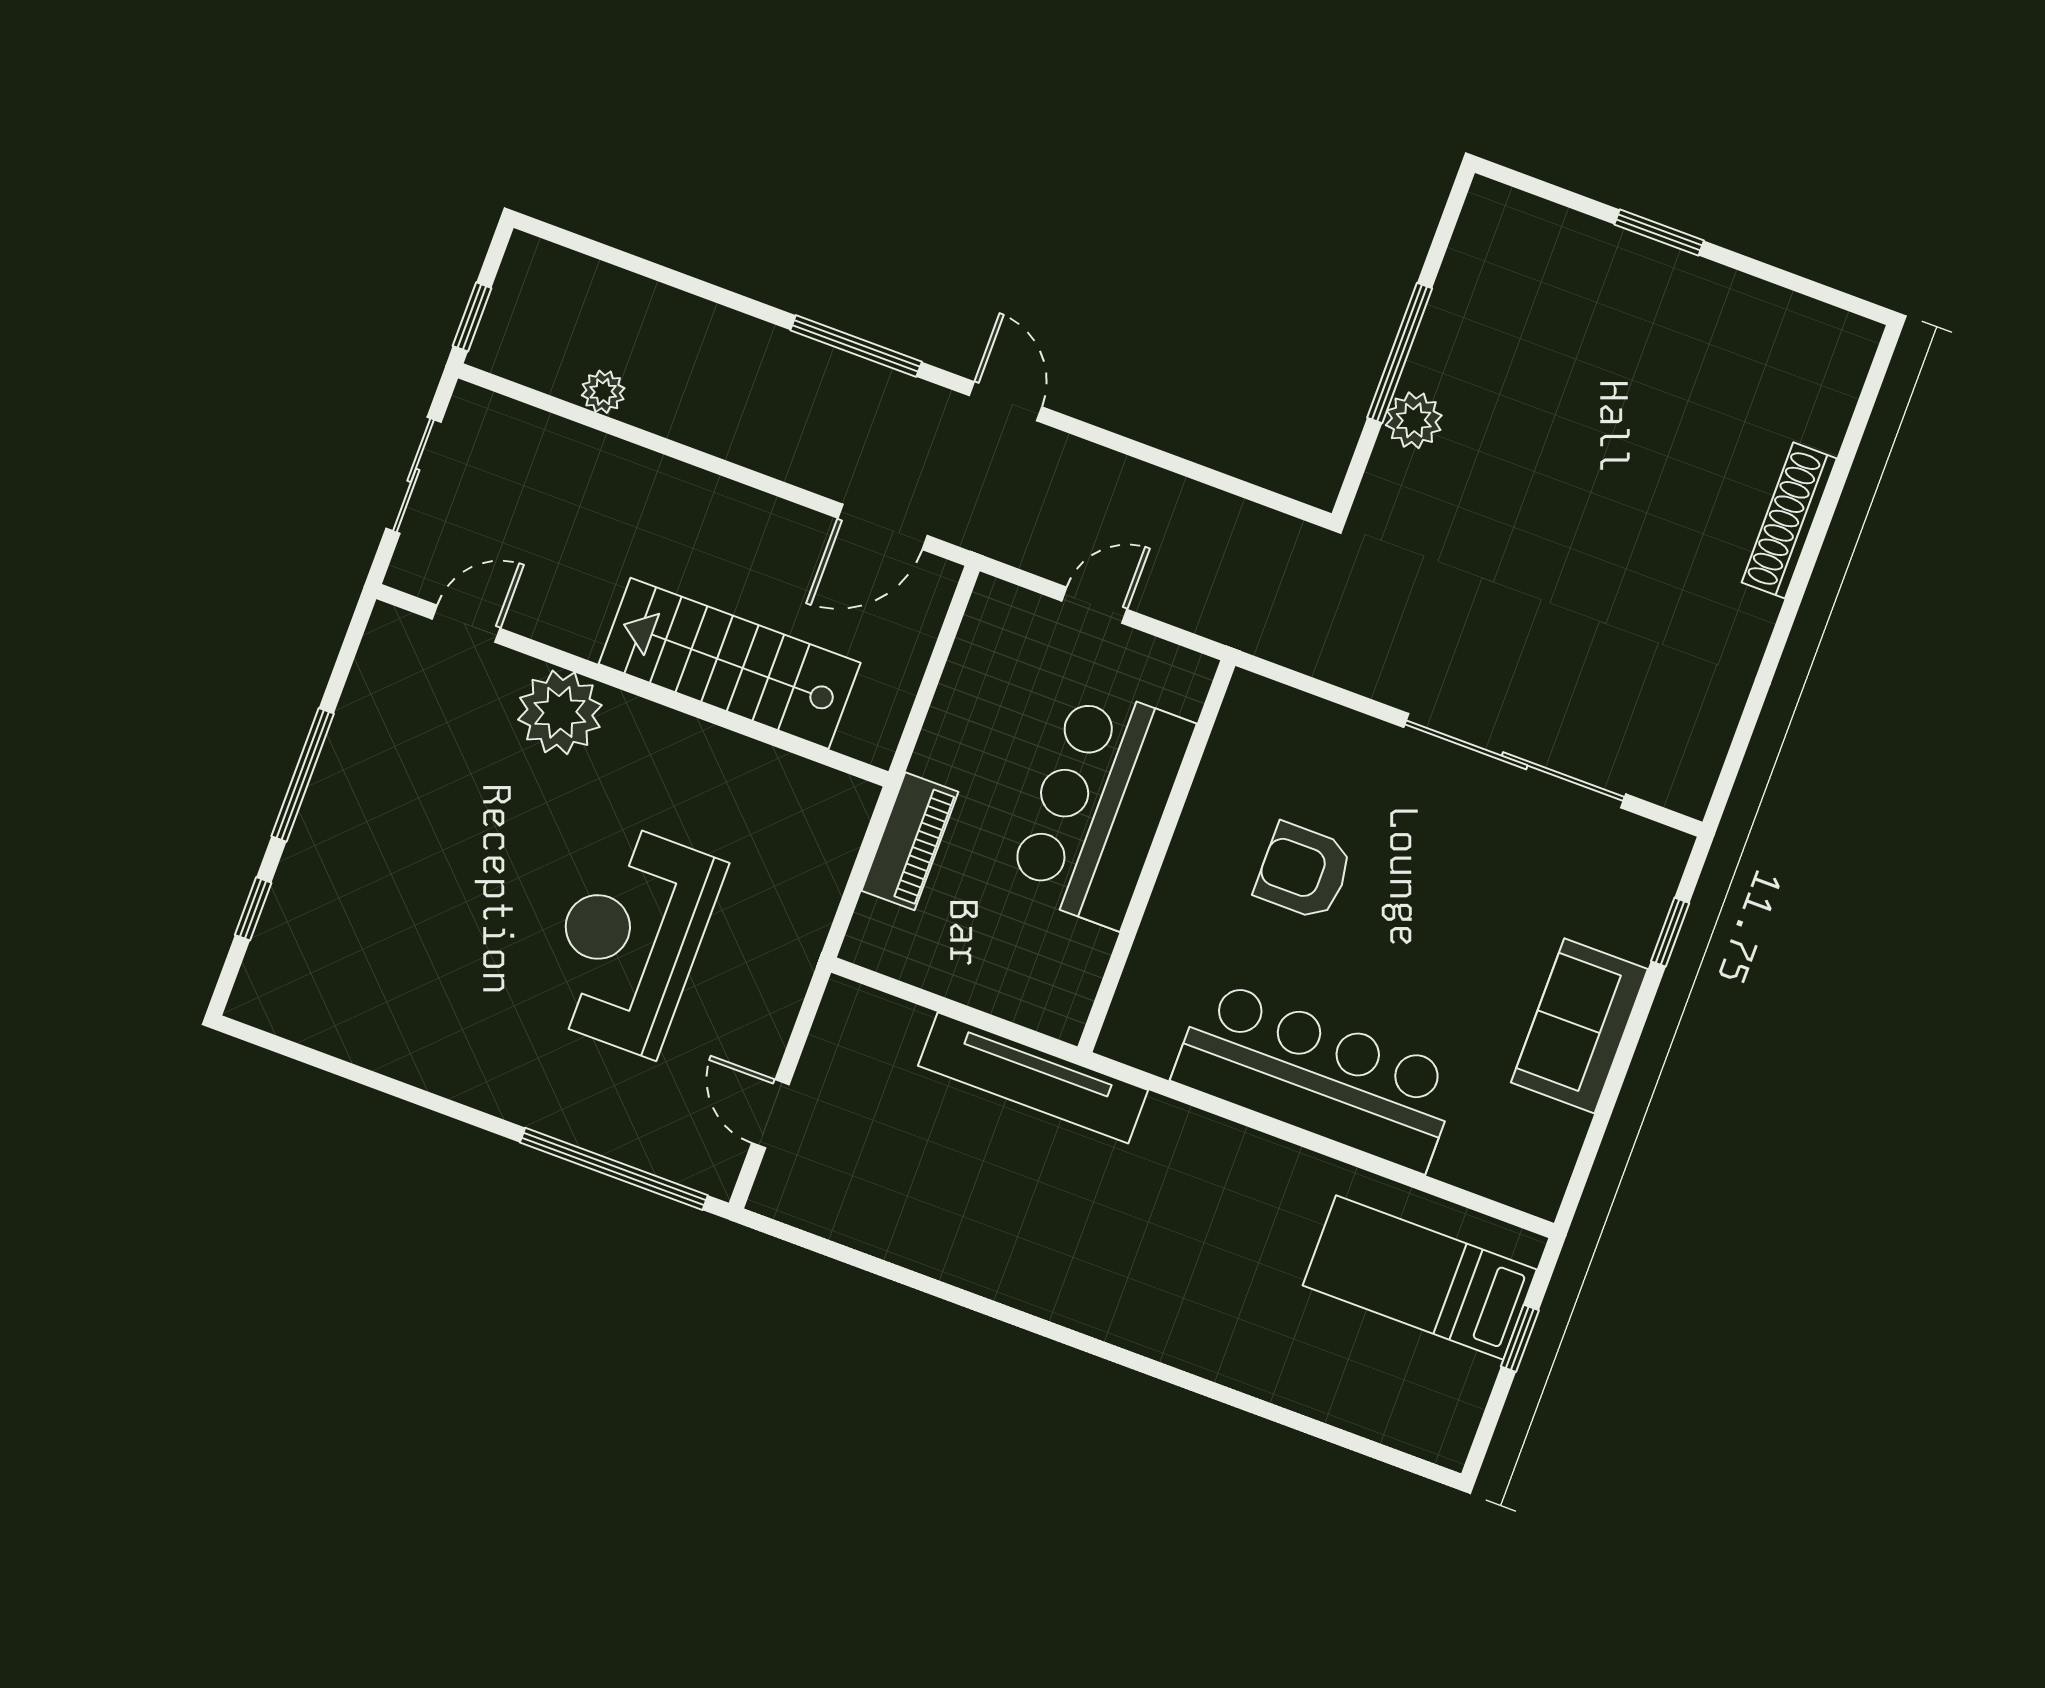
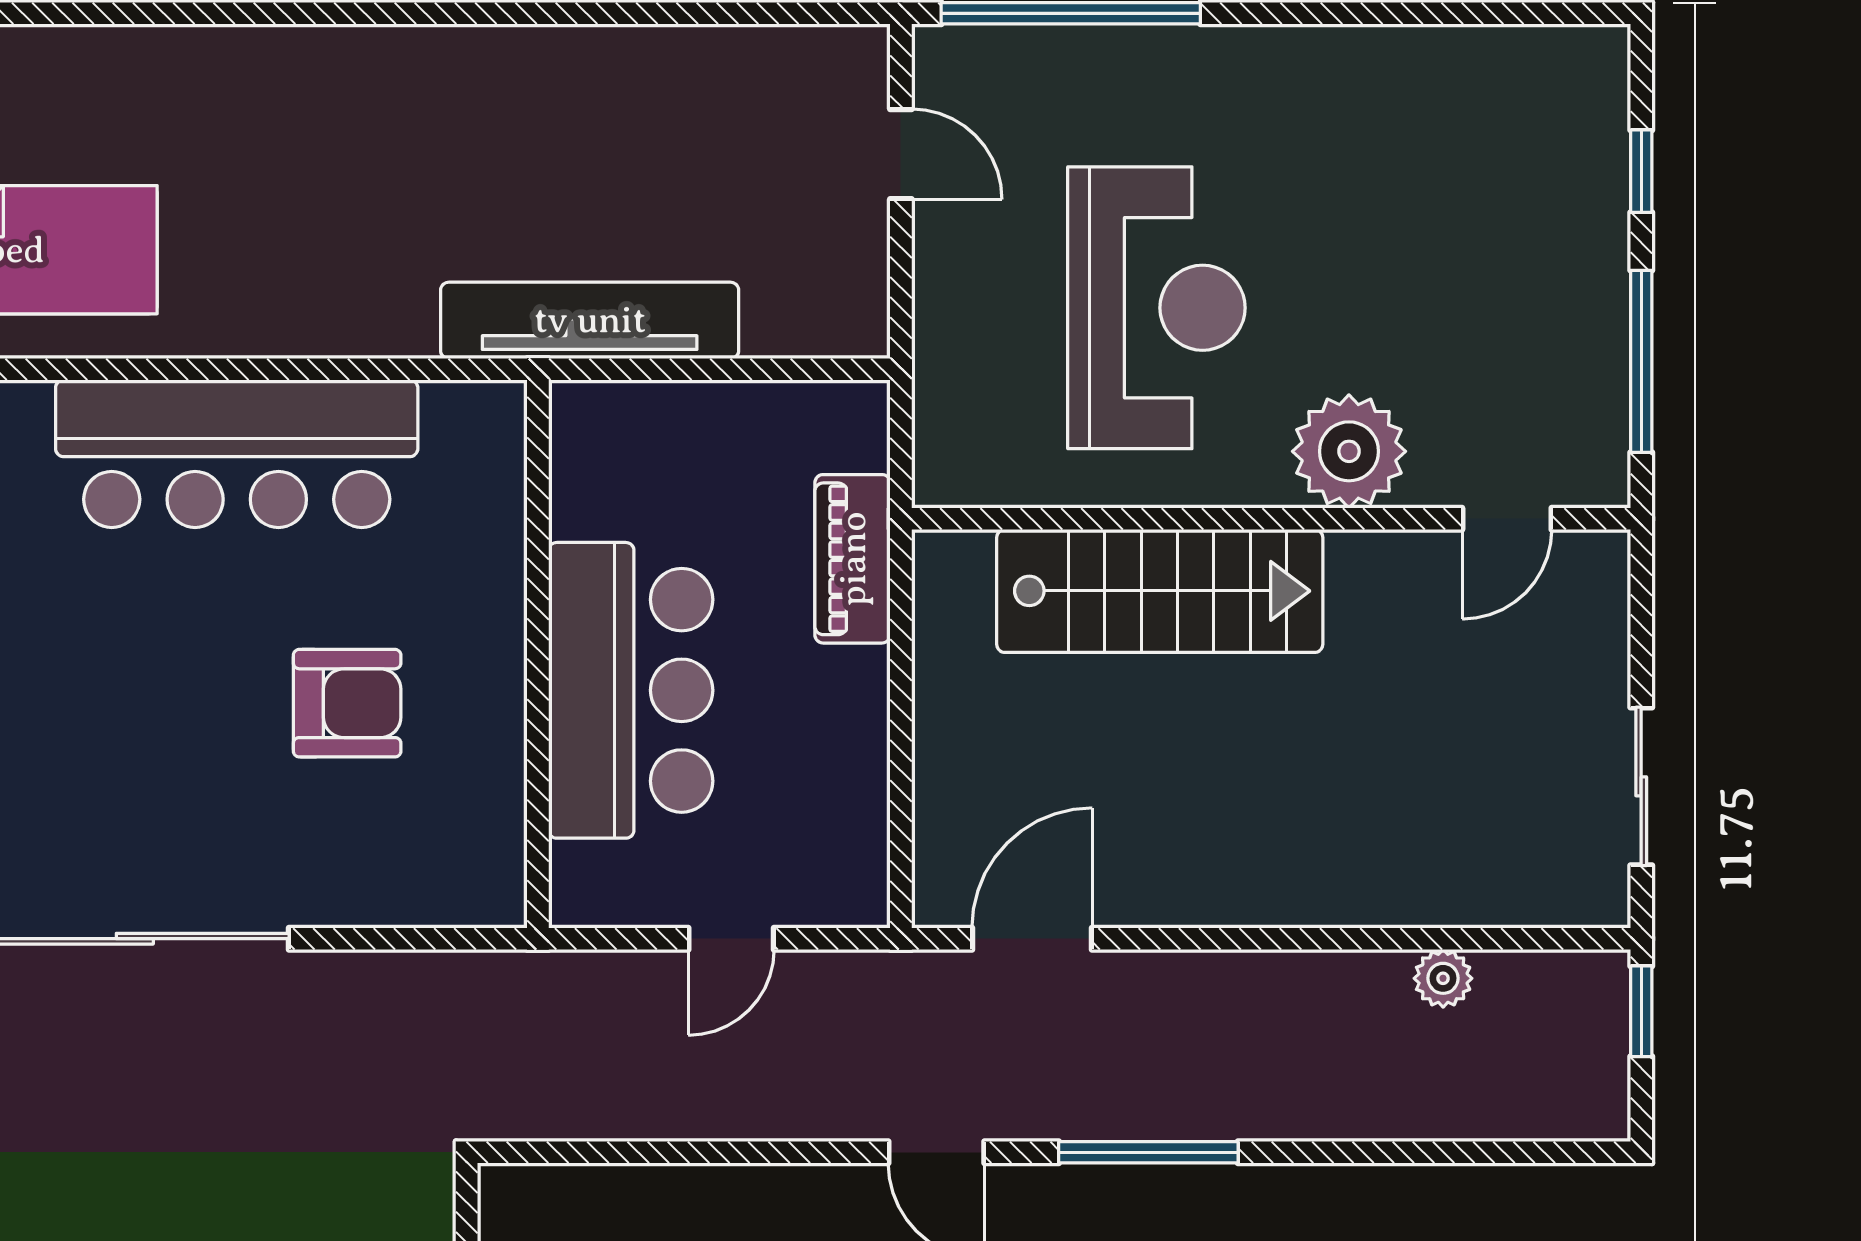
door: (466, 624) -> (1507, 519), moved
stairs: (730, 663) -> (1160, 591), moved
wall: (632, 685) -> (1271, 519), moved
plant: (560, 712) -> (1349, 451), moved

